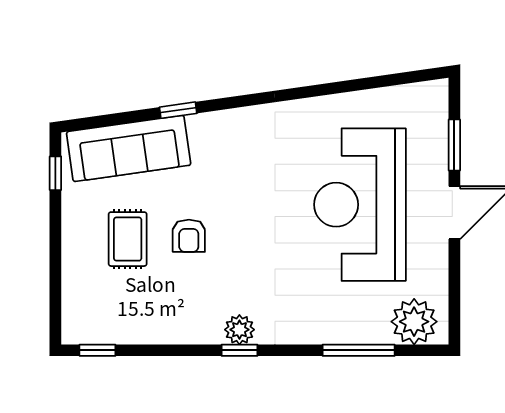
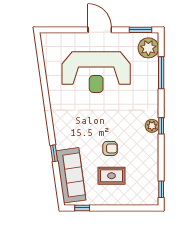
window: (454, 145) -> (140, 30), moved

